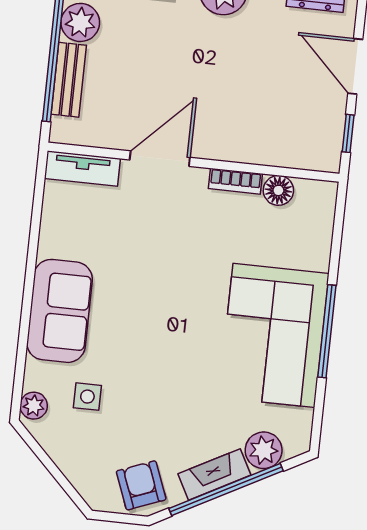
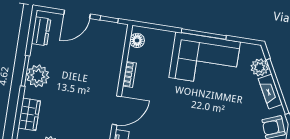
door: (160, 159) -> (117, 110), swing flipped
floor lamp: (278, 190) -> (137, 40), moved

